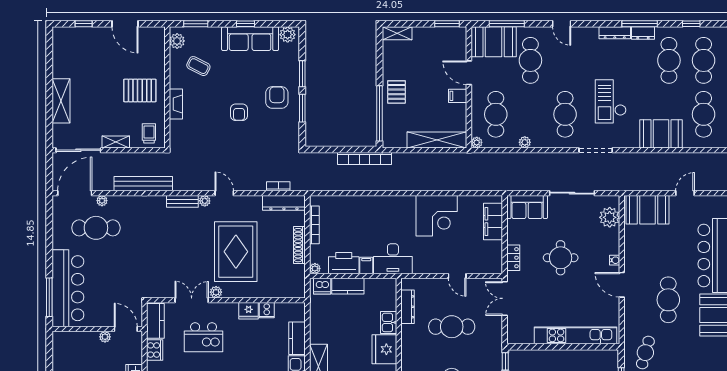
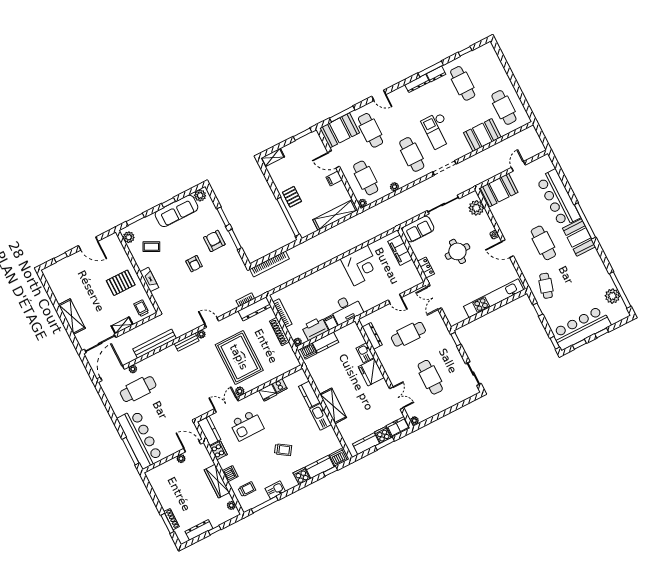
cafe table: (704, 60) -> (486, 72), removed
bookcase: (364, 158) -> (270, 264), moved

